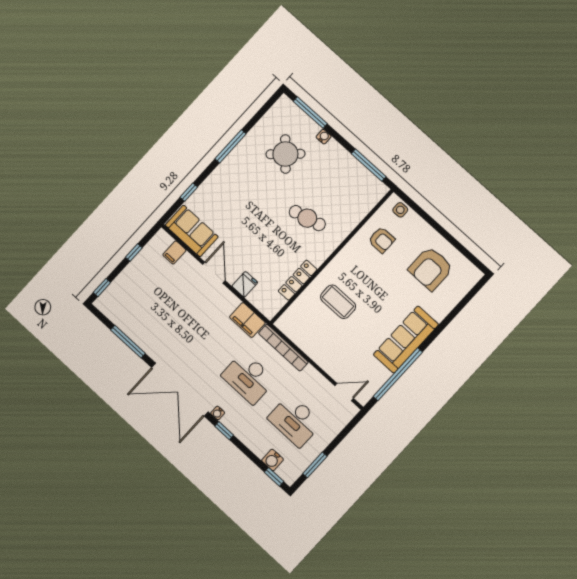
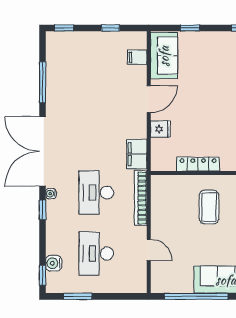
door: (344, 392) -> (149, 250), moved

